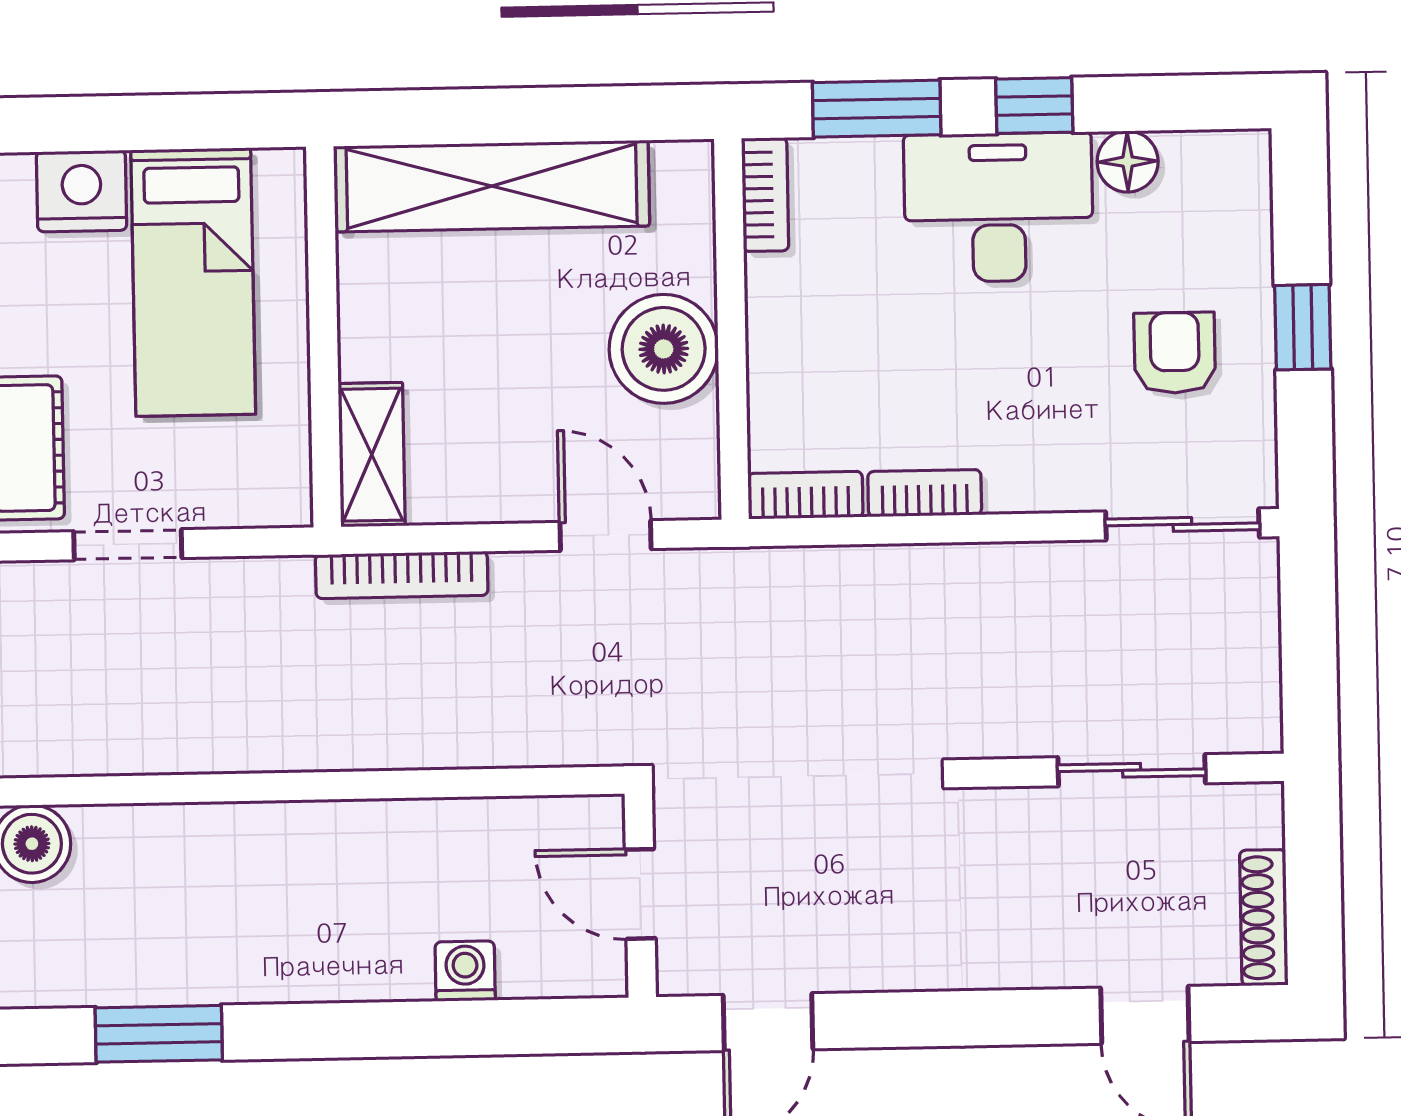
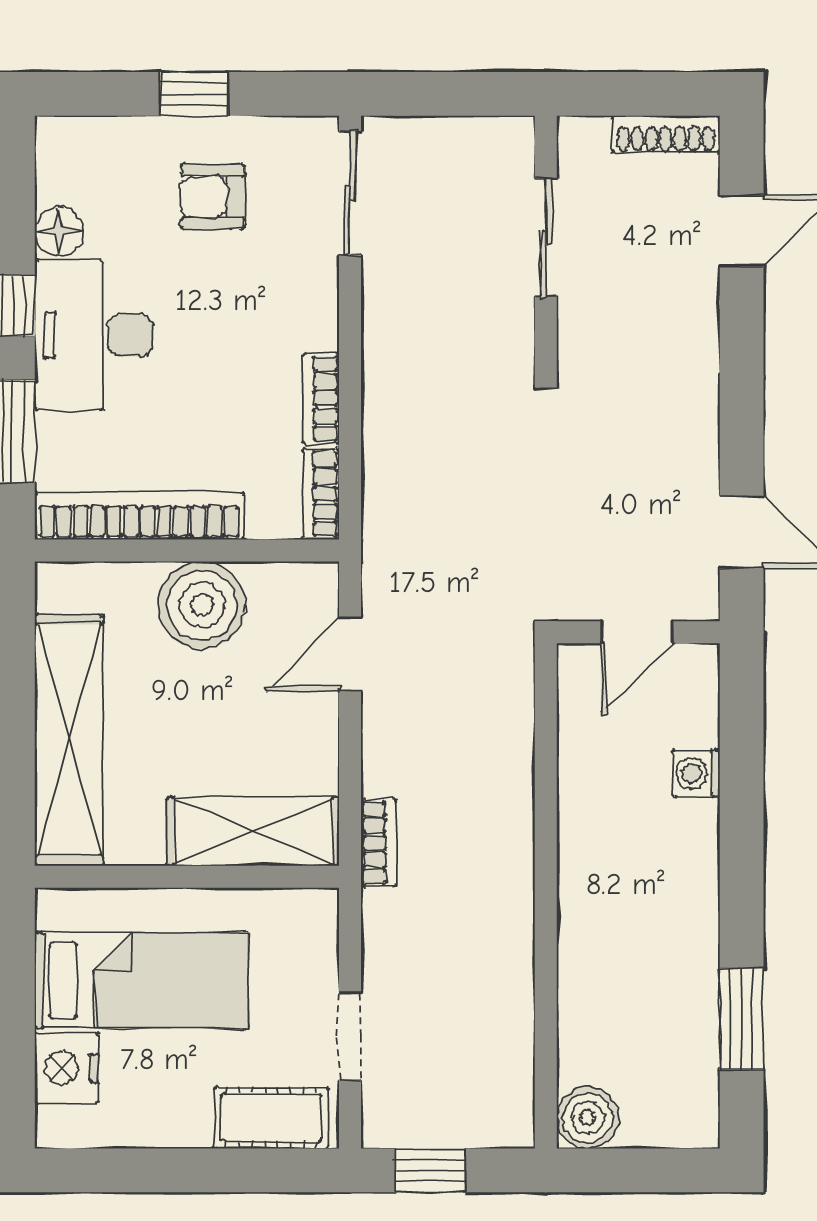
bookcase: (765, 195) -> (139, 516), width x2.31, depth x1.31
shelving: (372, 455) -> (253, 832), width x1.50, depth x1.33
bookcase: (402, 575) -> (379, 843), width x0.64

